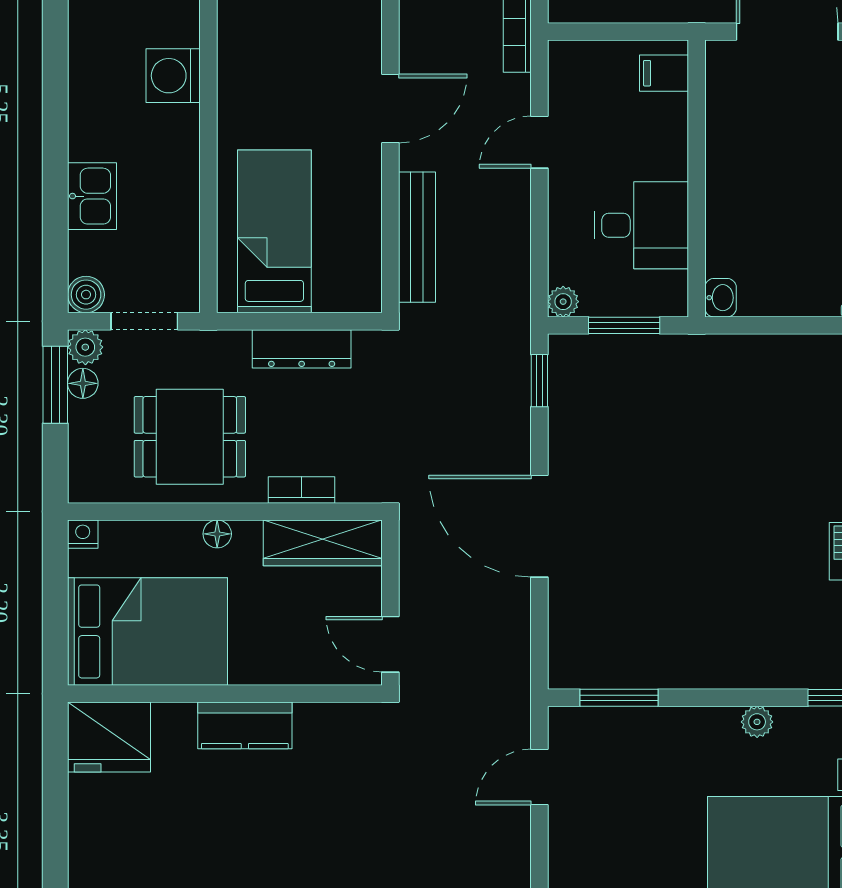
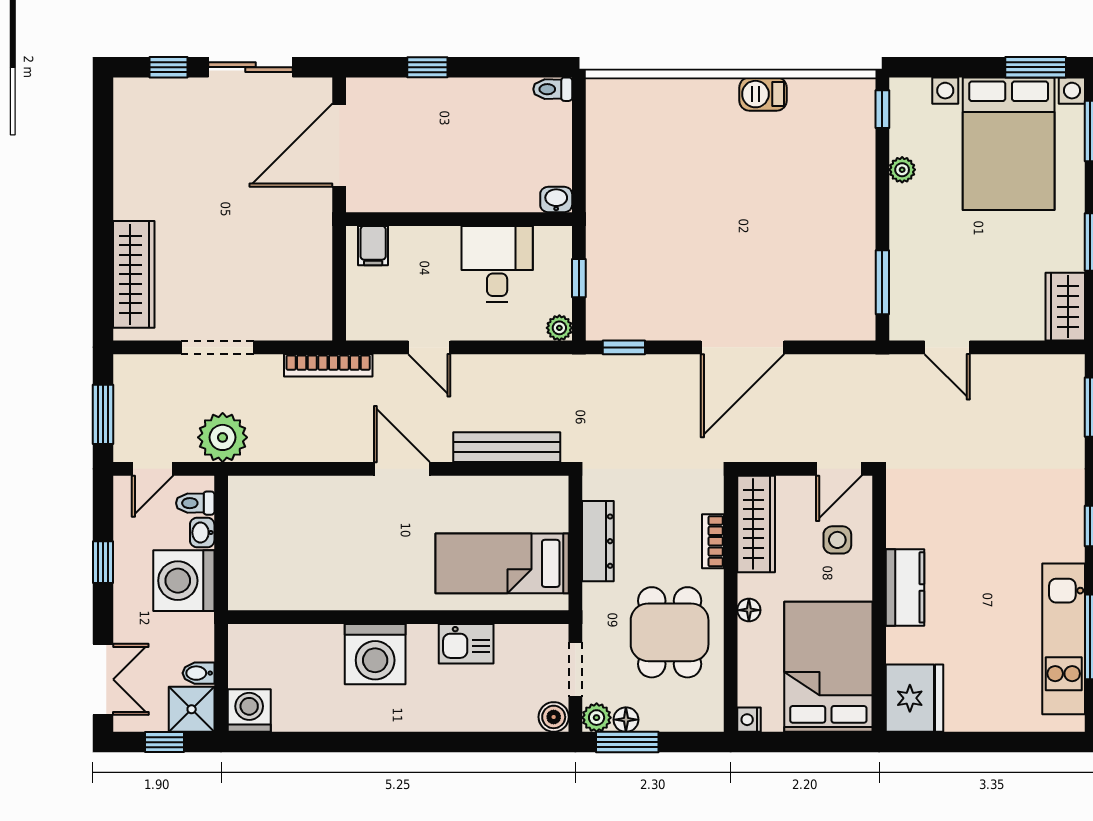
washing machine: (173, 76) -> (375, 654), width x1.37, depth x1.37
kitchen sink: (92, 196) -> (466, 644), moved, turned 180
window: (624, 325) -> (579, 278), width x0.67
side table: (303, 642) -> (837, 540), added

